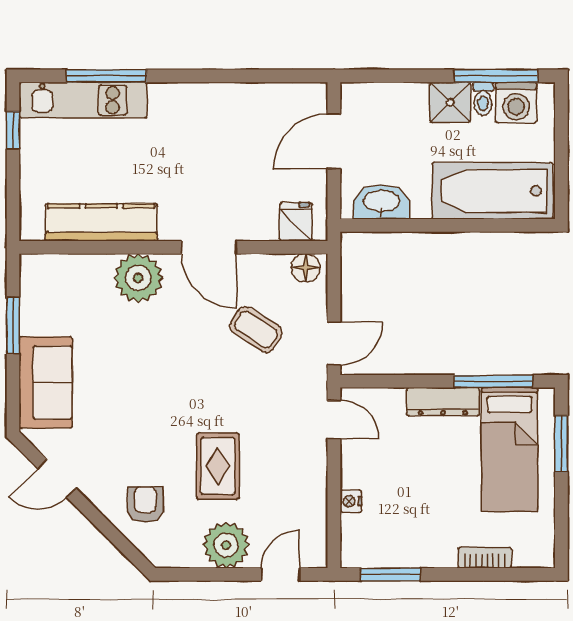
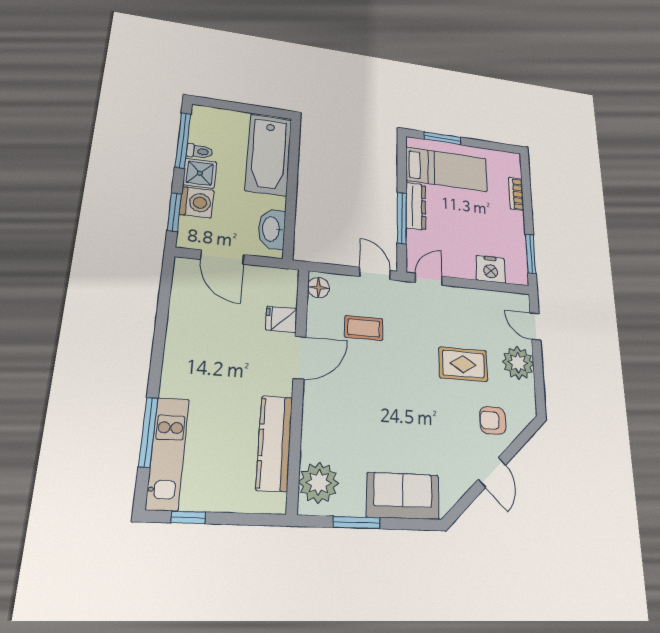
window: (389, 76) -> (174, 212), added
washing machine: (516, 103) -> (197, 202), moved
fridge: (296, 222) -> (281, 319), moved
plant: (138, 278) -> (319, 483), moved
coffee table: (256, 330) -> (364, 328), turned 57
window: (493, 381) -> (402, 218), moved
door: (57, 478) -> (492, 472), moved
nightstand: (351, 501) -> (491, 269), width x1.89, depth x1.79

